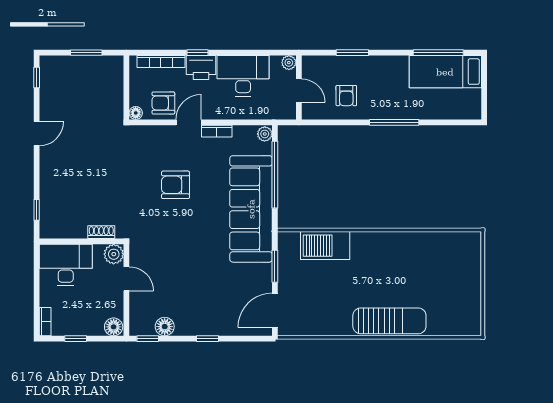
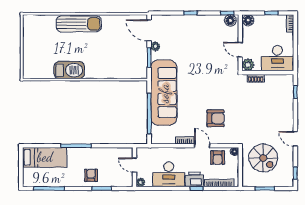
bed: (445, 72) -> (45, 157), moved
armchair: (346, 96) -> (91, 175), moved
spiral stairs: (89, 102) -> (263, 158), added
armchair: (163, 103) -> (218, 158), turned 90
door: (189, 122) -> (202, 146), swing flipped
door: (37, 134) -> (295, 139), hinge flipped
plant: (265, 134) -> (155, 46), moved
armchair: (175, 185) -> (216, 118), moved
barbecue: (325, 246) -> (69, 70), moved
door: (275, 310) -> (149, 30), swing flipped
sun lounger: (389, 321) -> (79, 24), turned 180
floor lamp: (165, 327) -> (230, 20), moved

